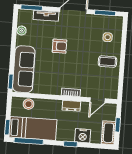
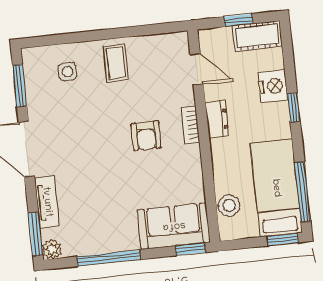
plant: (22, 31) -> (52, 249), moved
window: (14, 41) -> (109, 258), added
armchair: (60, 46) -> (146, 136), moved, turned 180
sofa: (24, 69) -> (174, 226), width x0.73

